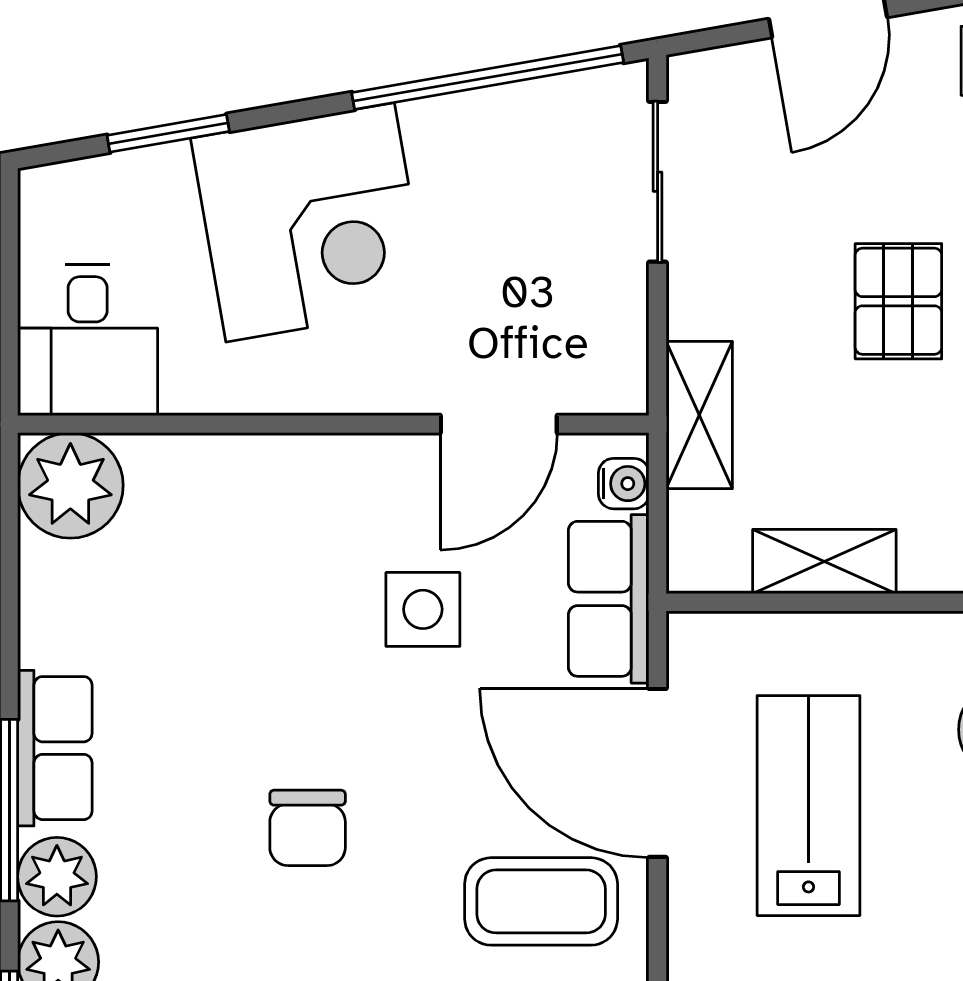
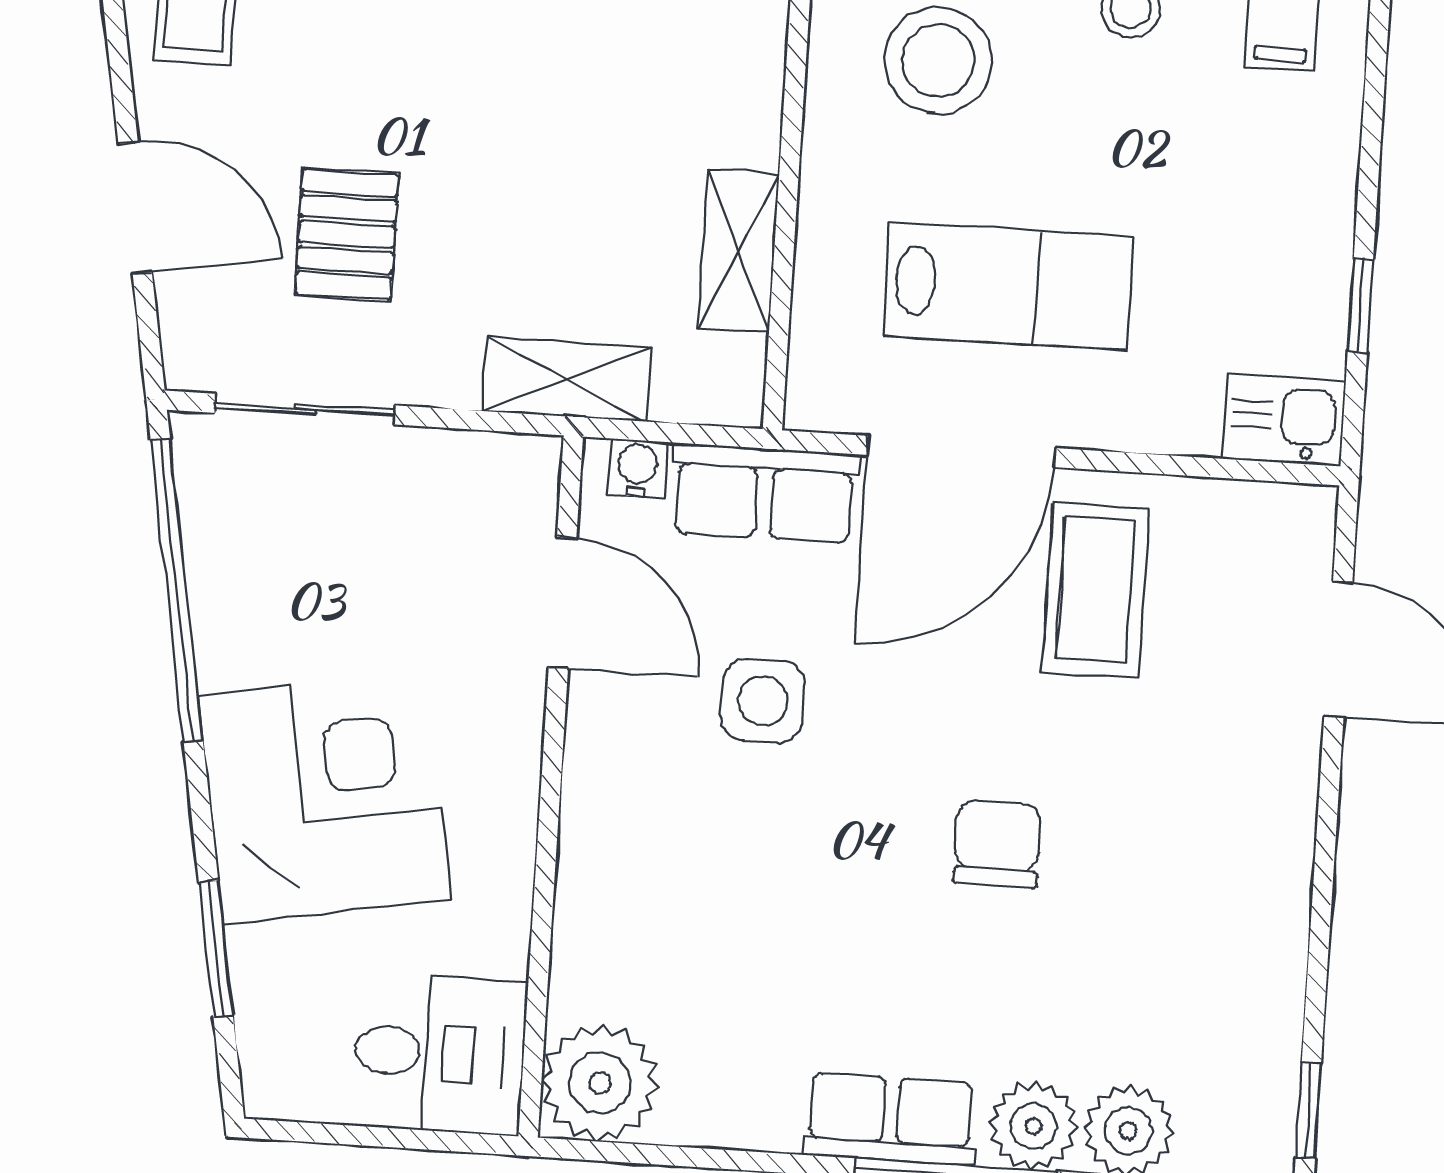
pallet: (898, 301) -> (347, 234), moved, turned 90
lab bench: (809, 806) -> (1008, 286), turned 180
chair: (308, 828) -> (997, 844), turned -90

